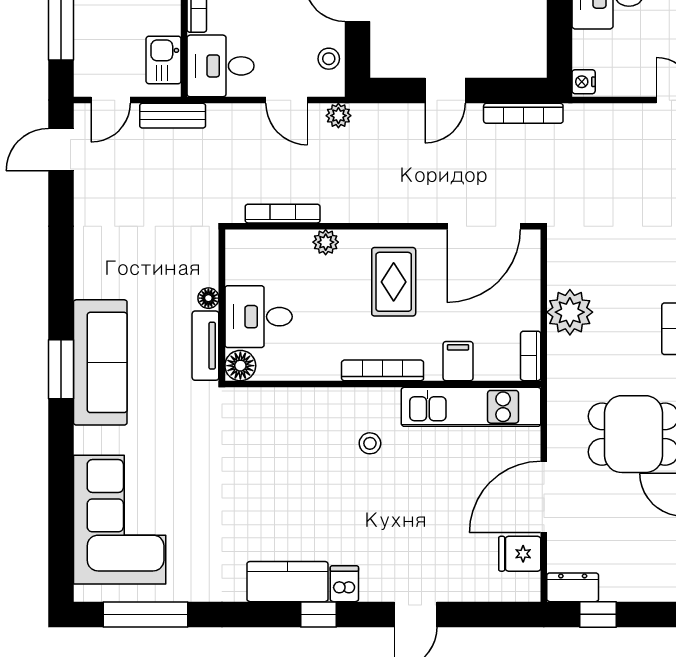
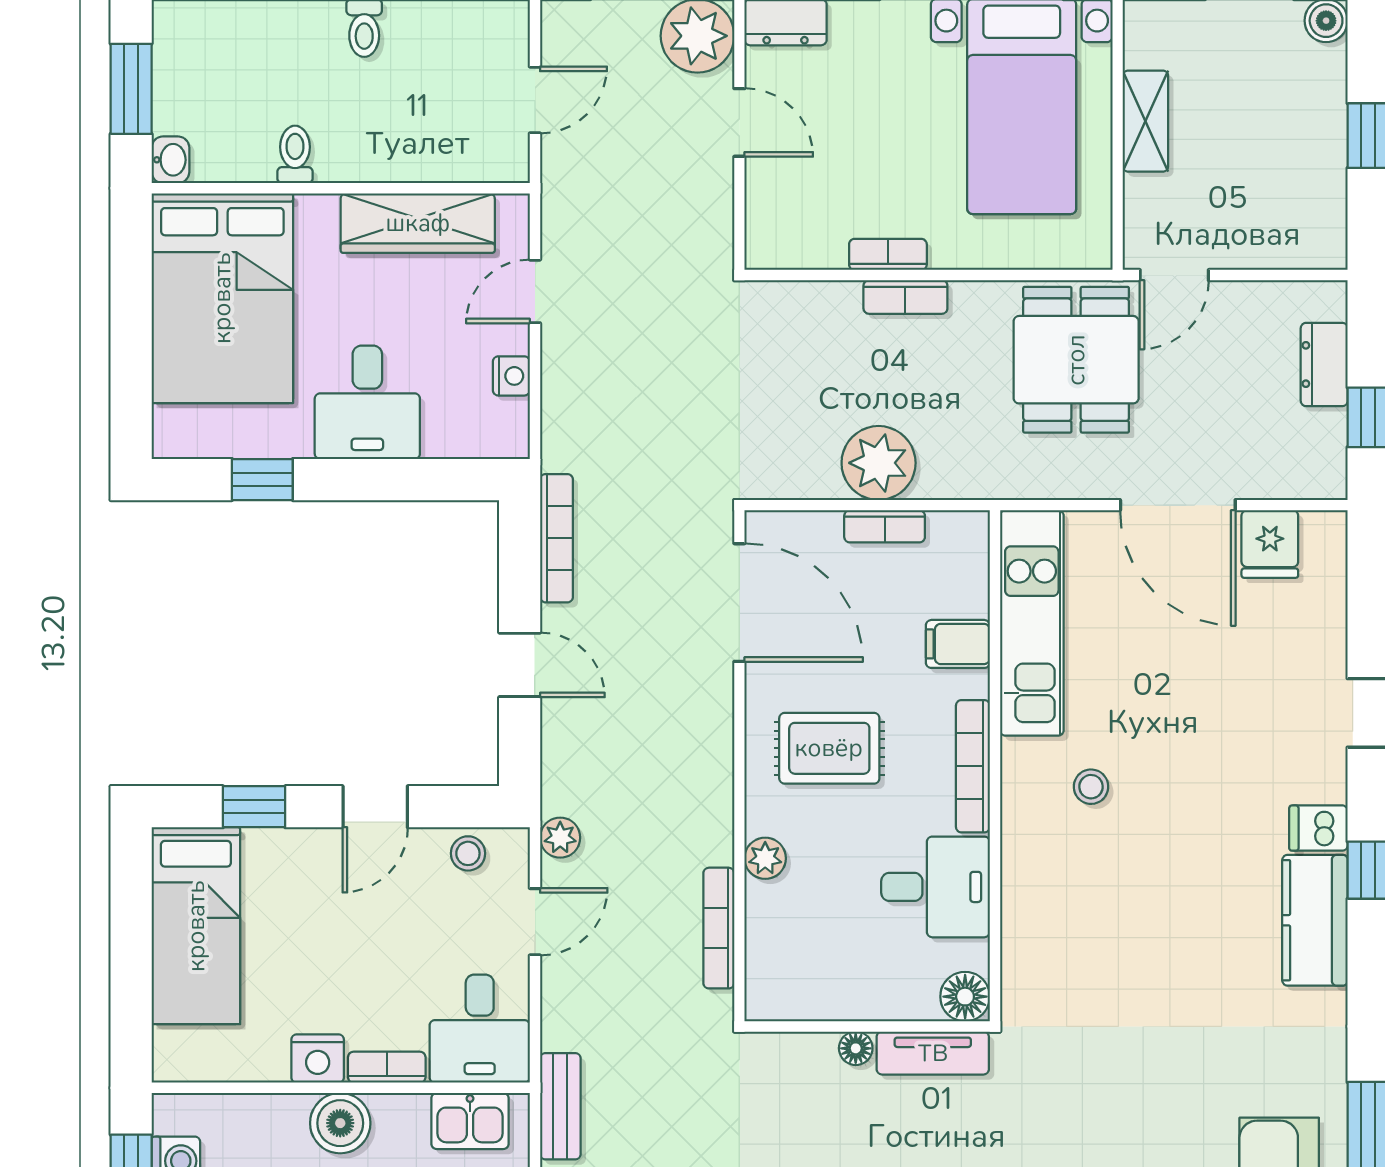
nightstand: (584, 82) -> (511, 376), moved, turned -90
desk: (259, 317) -> (936, 887), moved, turned -90
bookcase: (531, 356) -> (885, 526), moved
dresser: (573, 587) -> (1324, 365), moved

